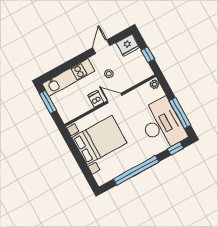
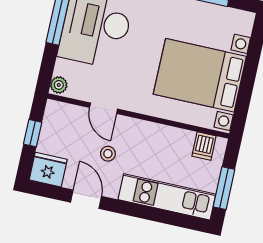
door: (101, 47) -> (86, 199), swing flipped
door: (114, 98) -> (104, 108), moved
dishwasher: (96, 99) -> (204, 146), moved

